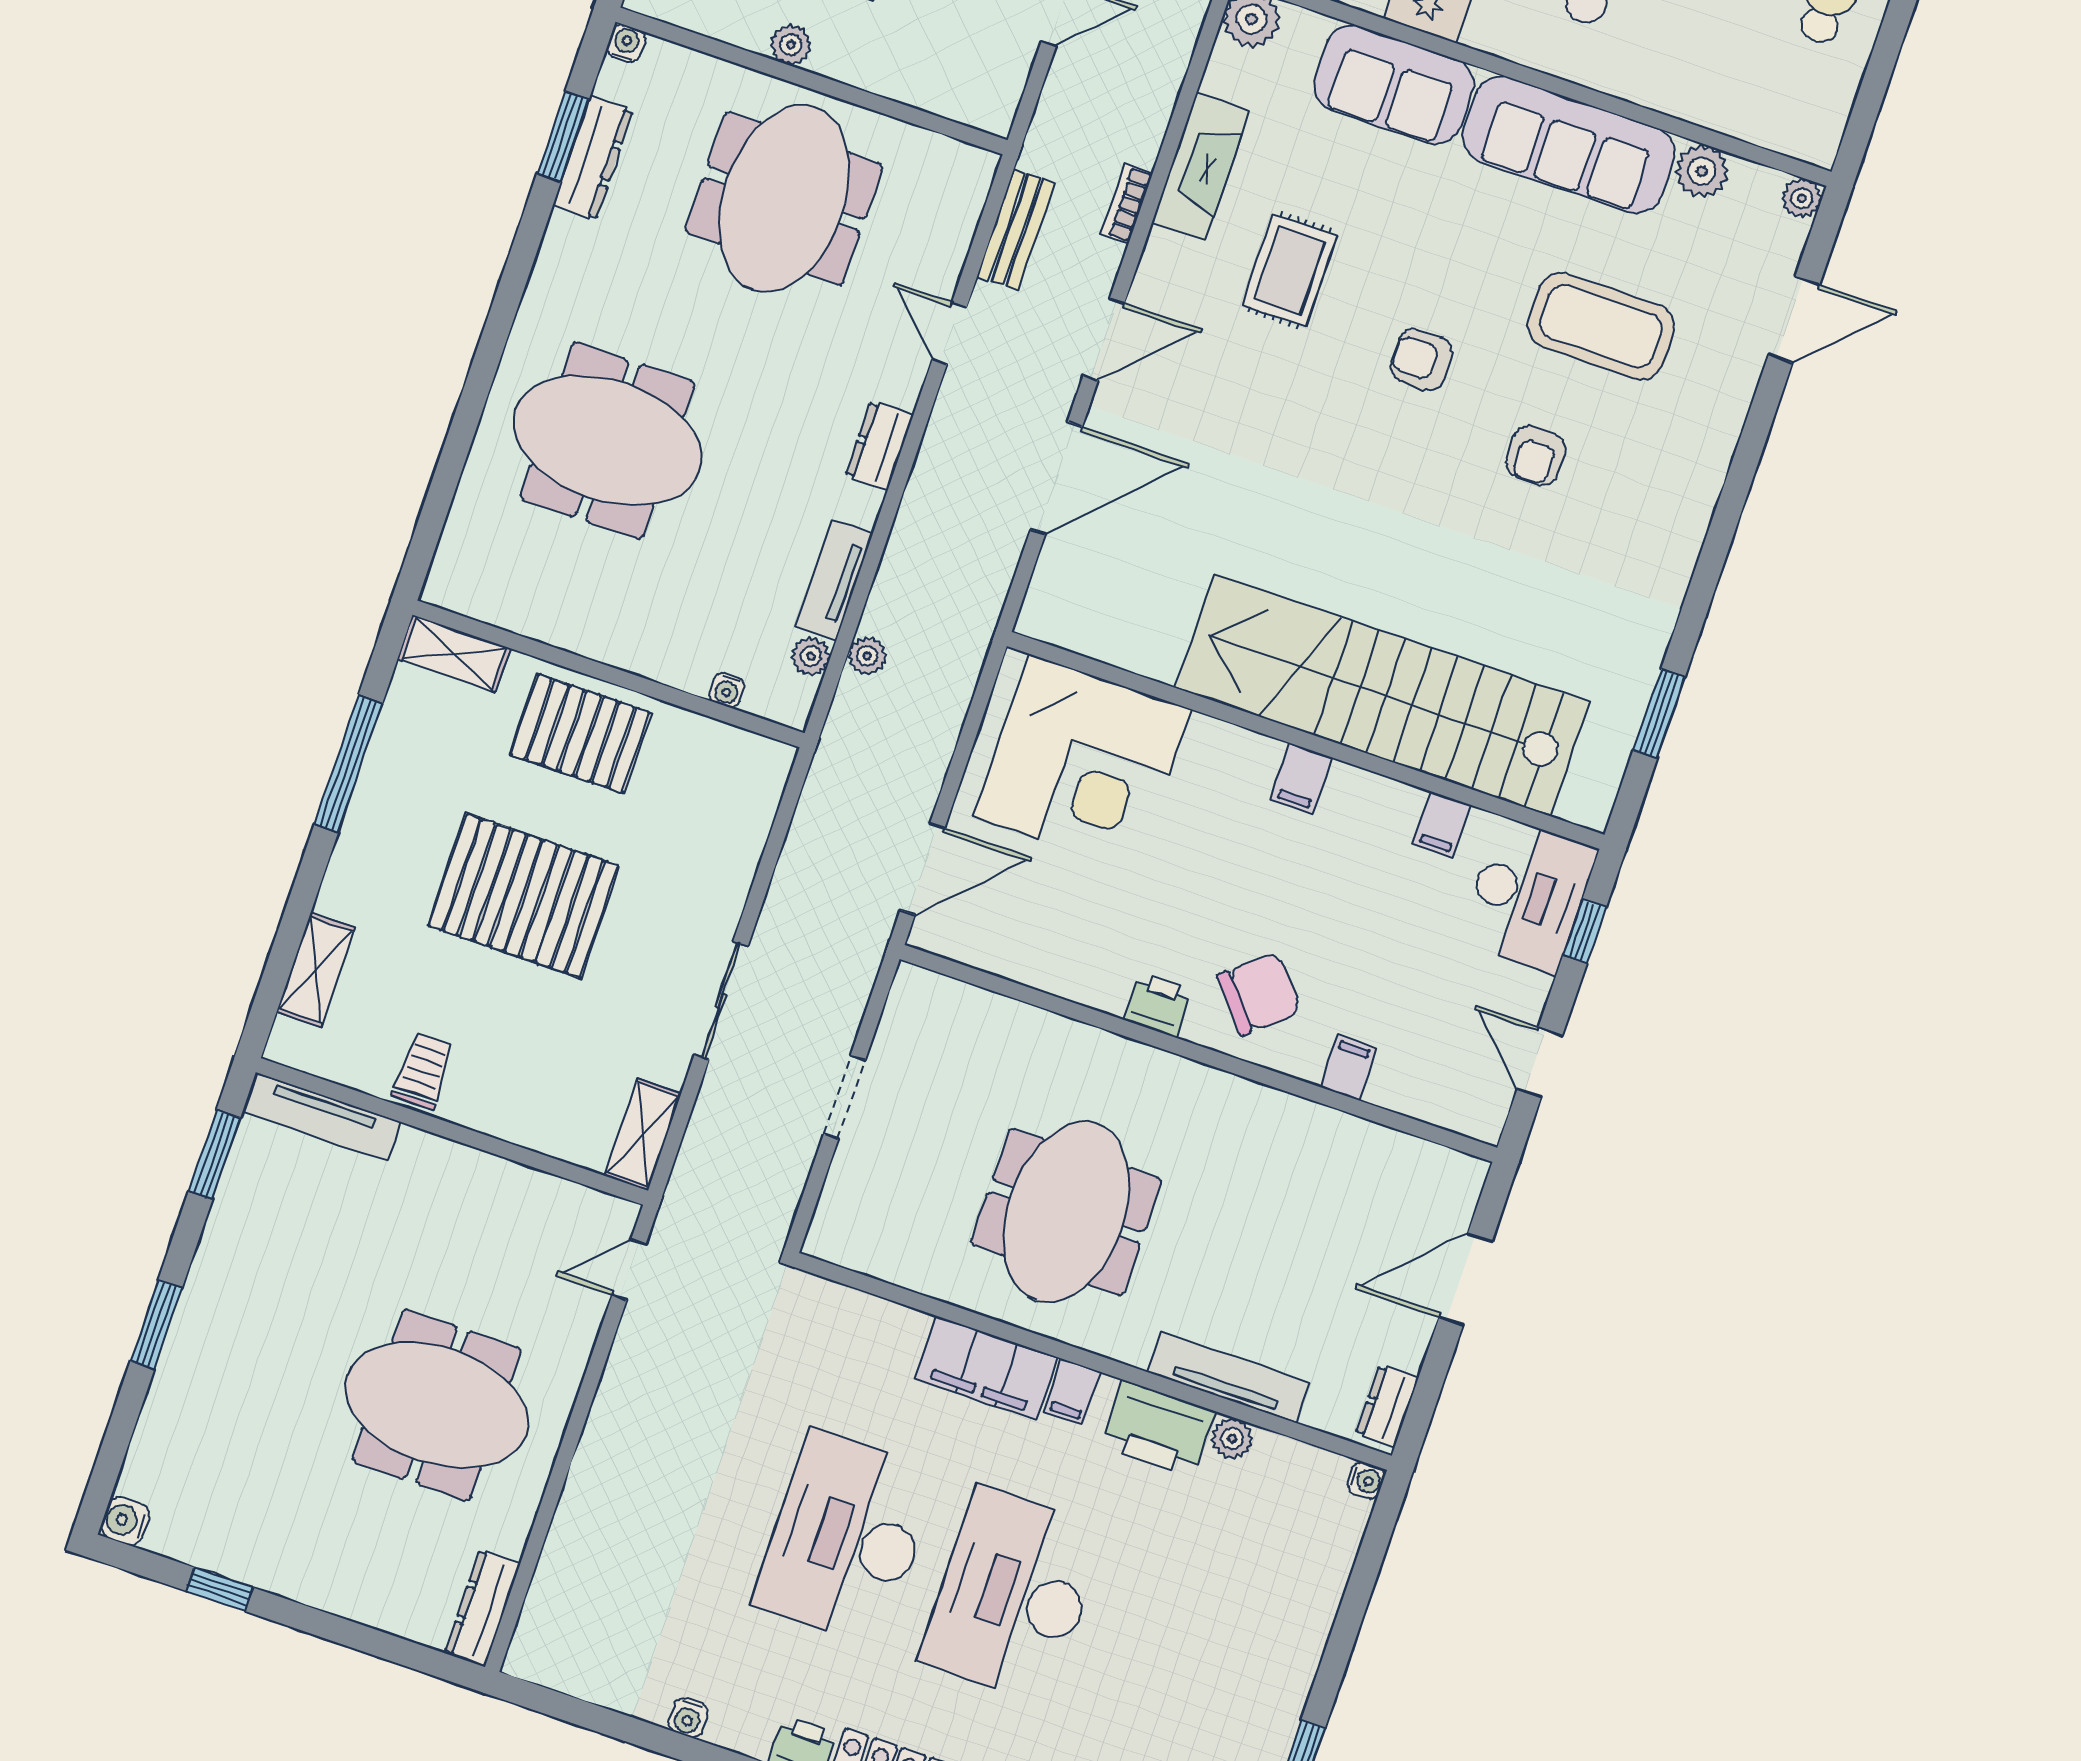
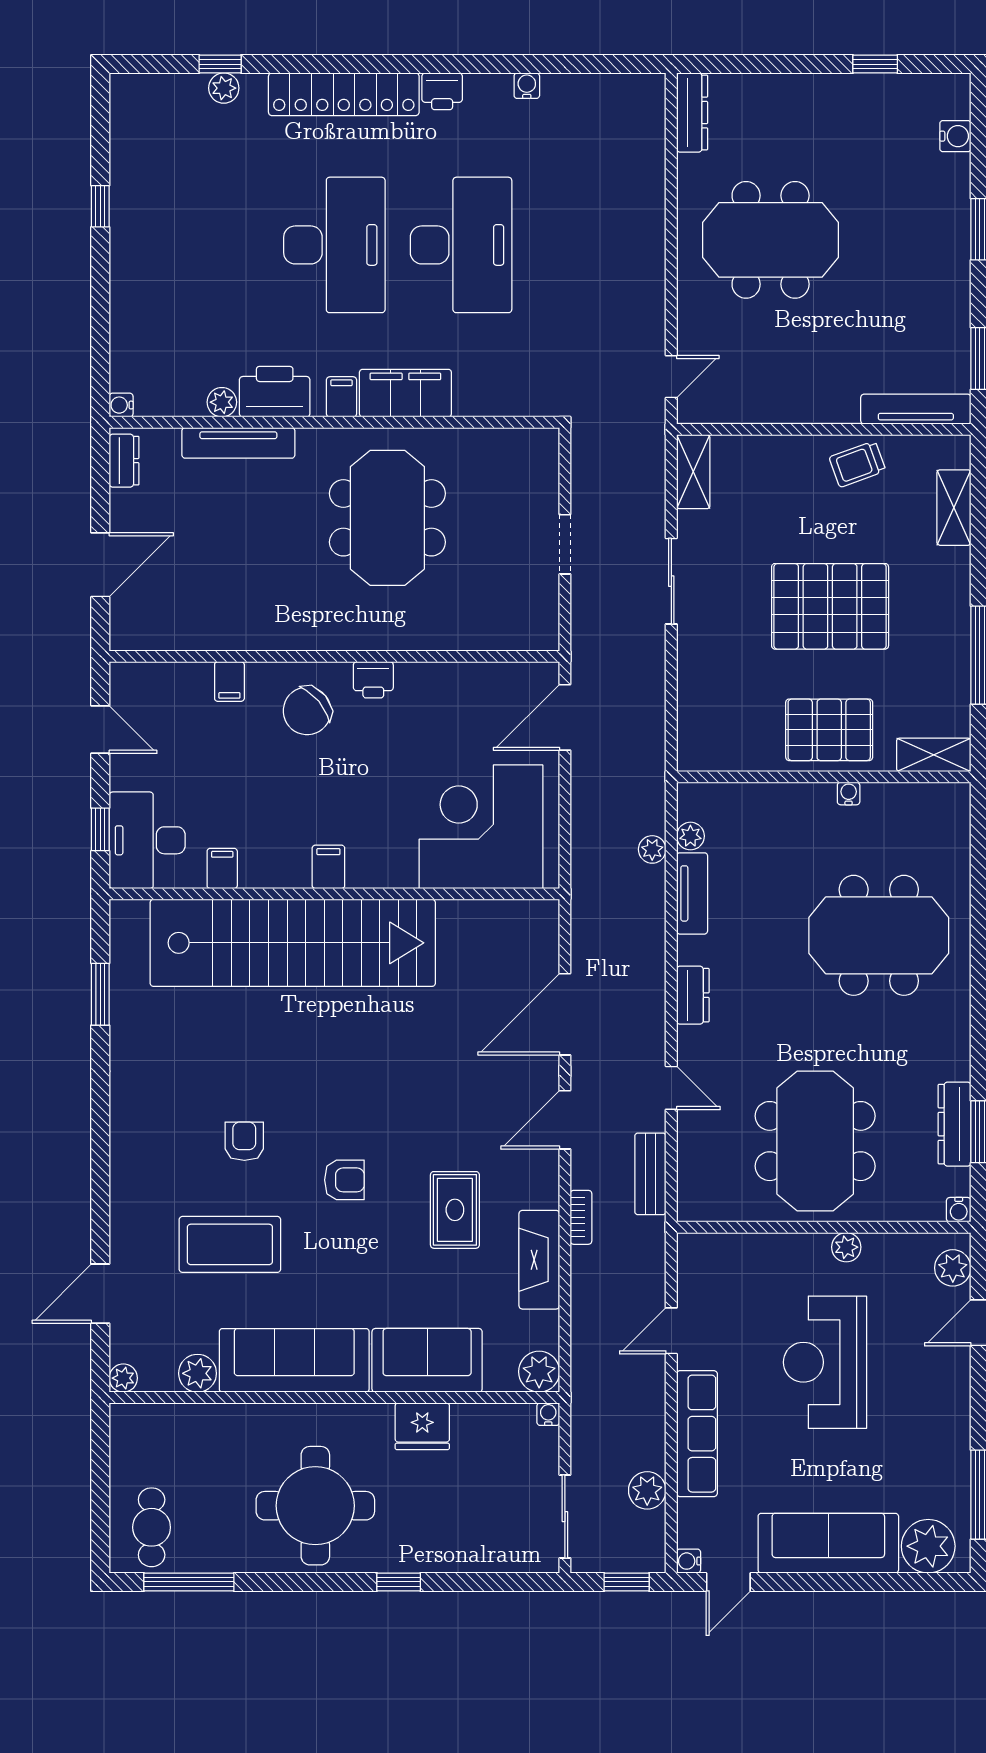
water cooler: (727, 690) -> (849, 793), moved
trolley: (423, 1071) -> (857, 464), turned 70
water cooler: (125, 1521) -> (955, 136), moved

